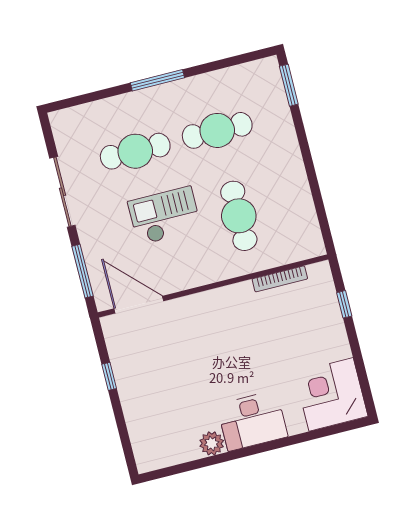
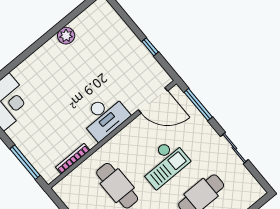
sliding door: (62, 192) -> (234, 148), width x0.73
window: (344, 304) -> (25, 162), width x2.17
desk: (252, 421) -> (104, 117), moved, turned 180

